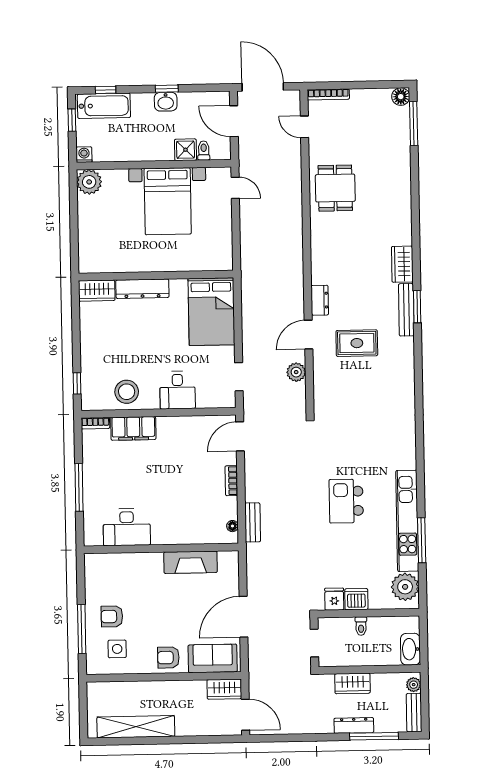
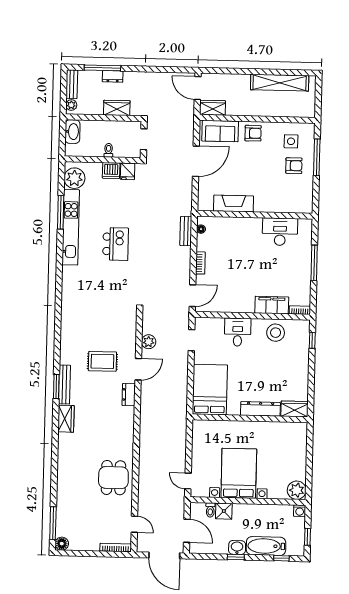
bathtub: (104, 106) -> (266, 546), moved
dresser: (354, 725) -> (113, 76), width x0.70

